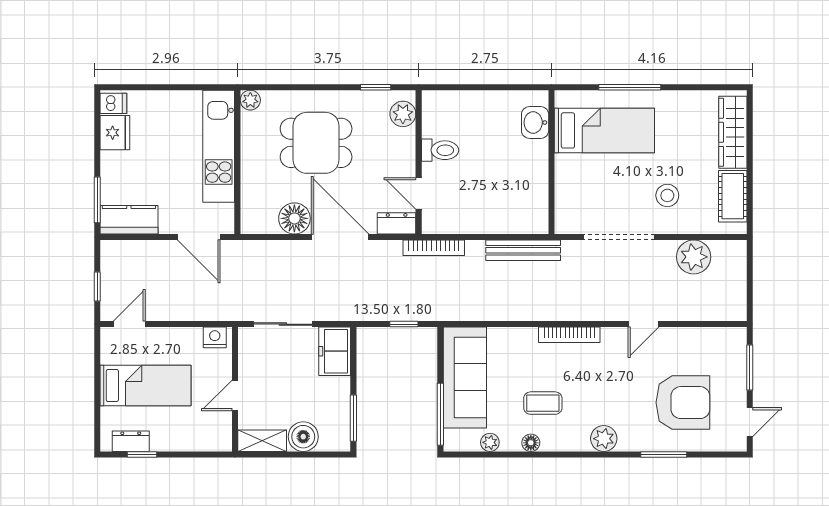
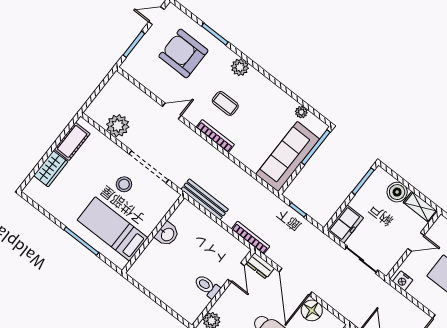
washbasin: (535, 122) -> (167, 234), moved
wardrobe: (733, 132) -> (51, 169), width x0.67
stool: (667, 195) -> (124, 184), moved
coffee table: (543, 403) -> (225, 103), moved
floor lamp: (531, 443) -> (280, 95), removed

